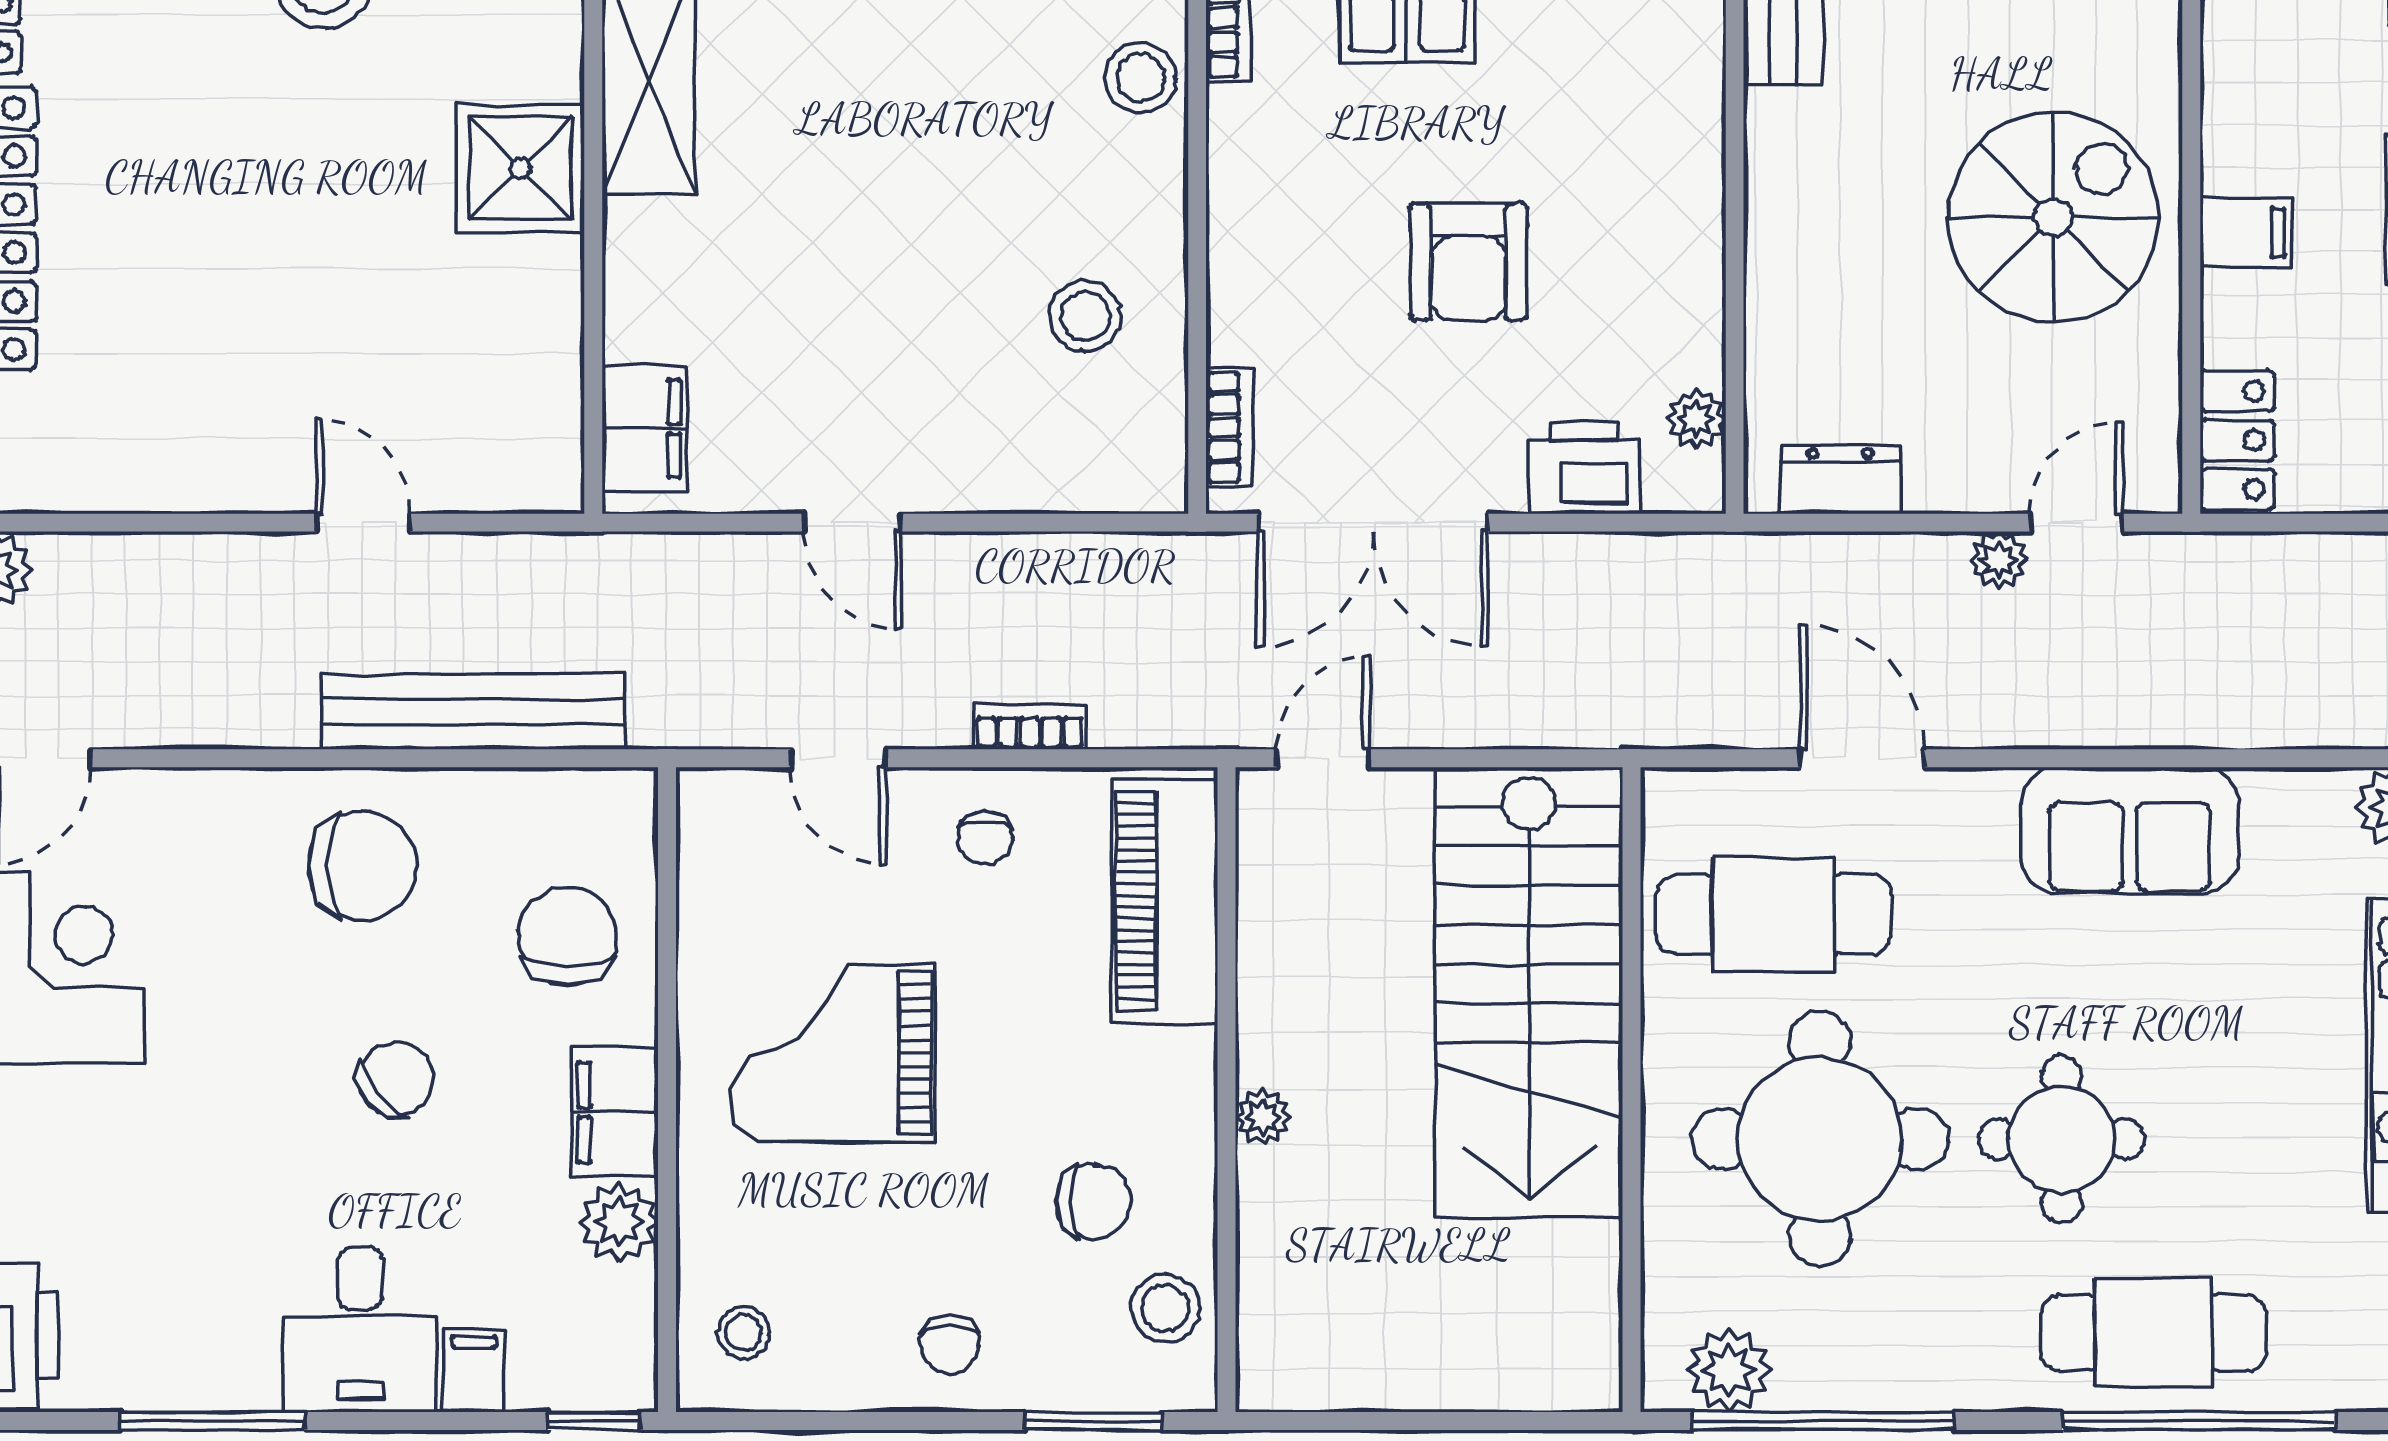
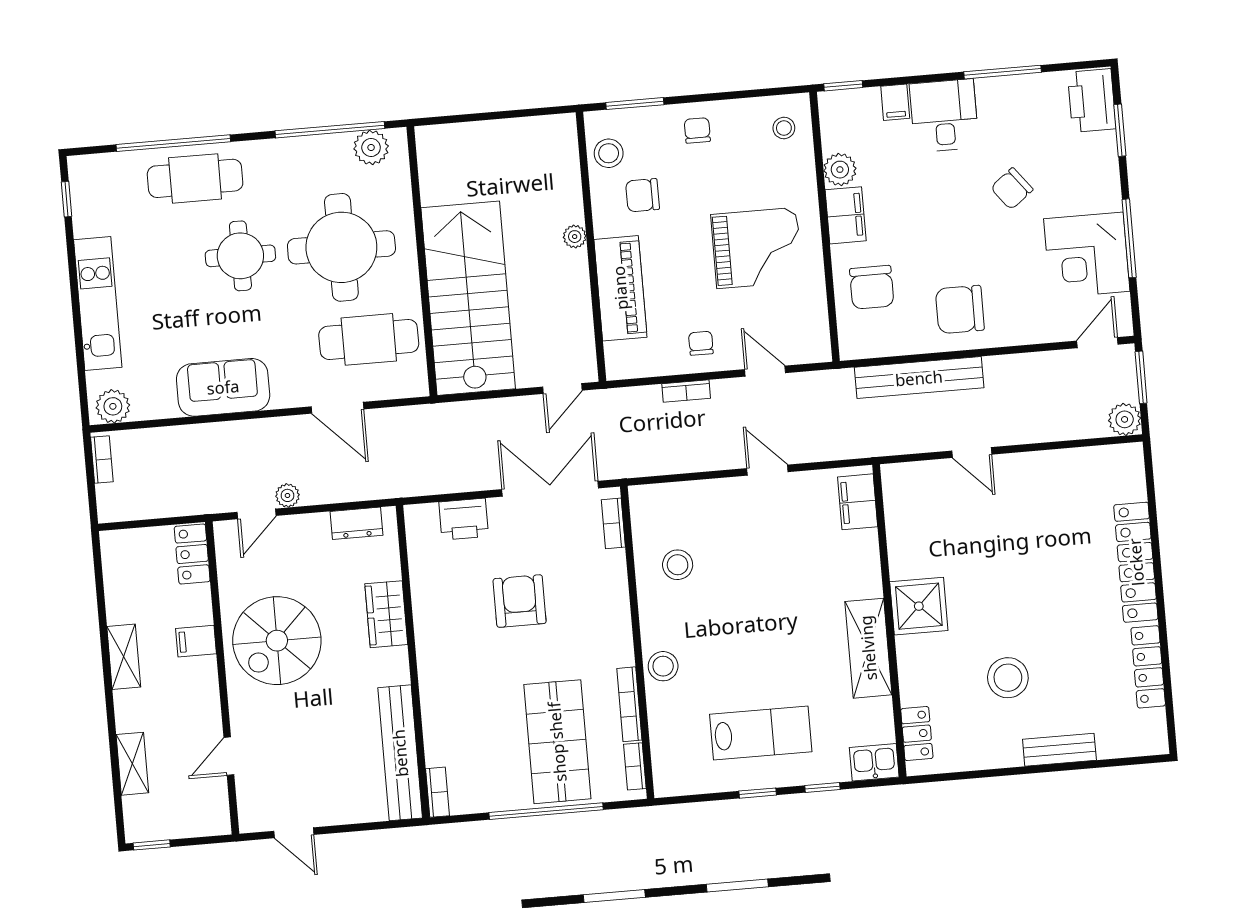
wardrobe: (1788, 258) -> (386, 614), added
plant: (1696, 419) -> (419, 544), removed
piano: (1165, 901) -> (620, 288), moved
chair: (396, 1079) -> (1012, 189), moved

